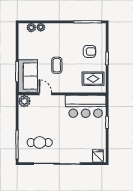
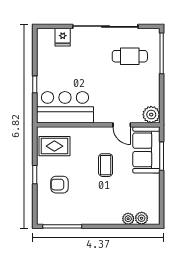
fridge: (98, 156) -> (63, 37), moved

